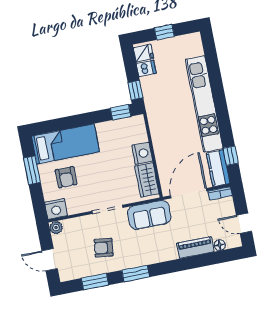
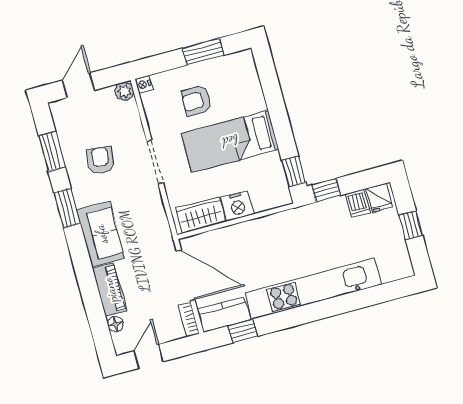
bed: (65, 144) -> (230, 141), moved, turned 90
nightstand: (56, 209) -> (144, 84), width x0.53, depth x0.56
sofa: (149, 215) -> (101, 234), moved, turned 180

